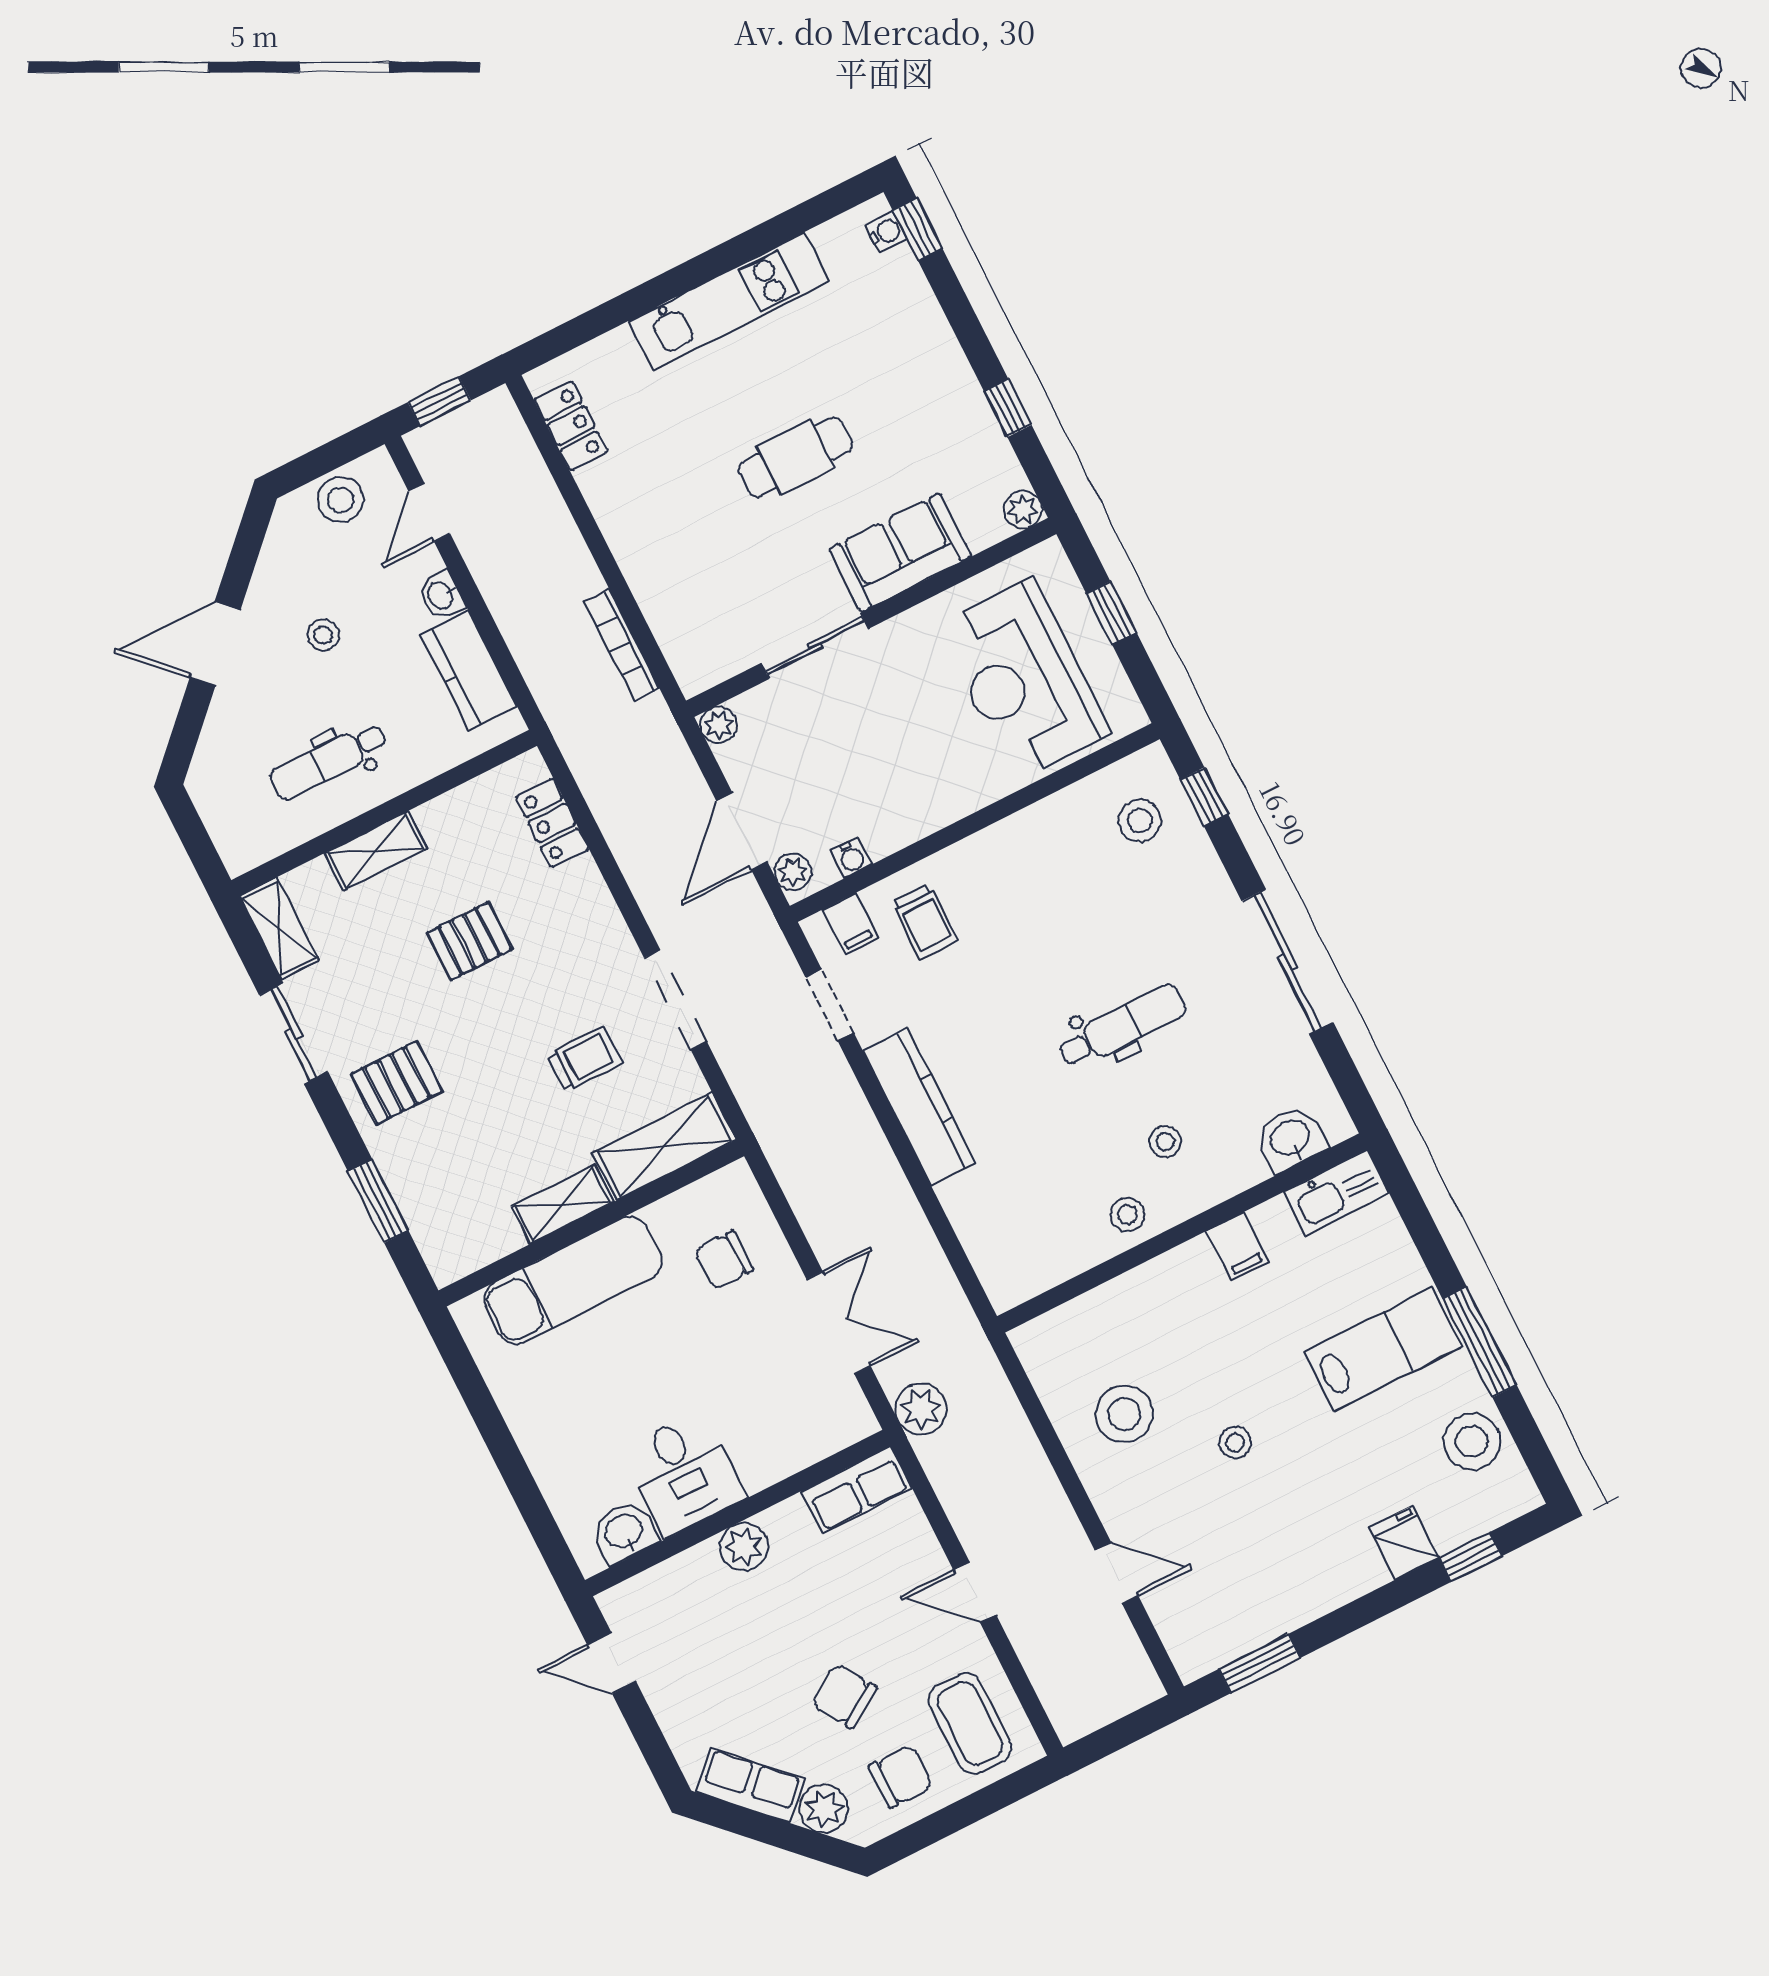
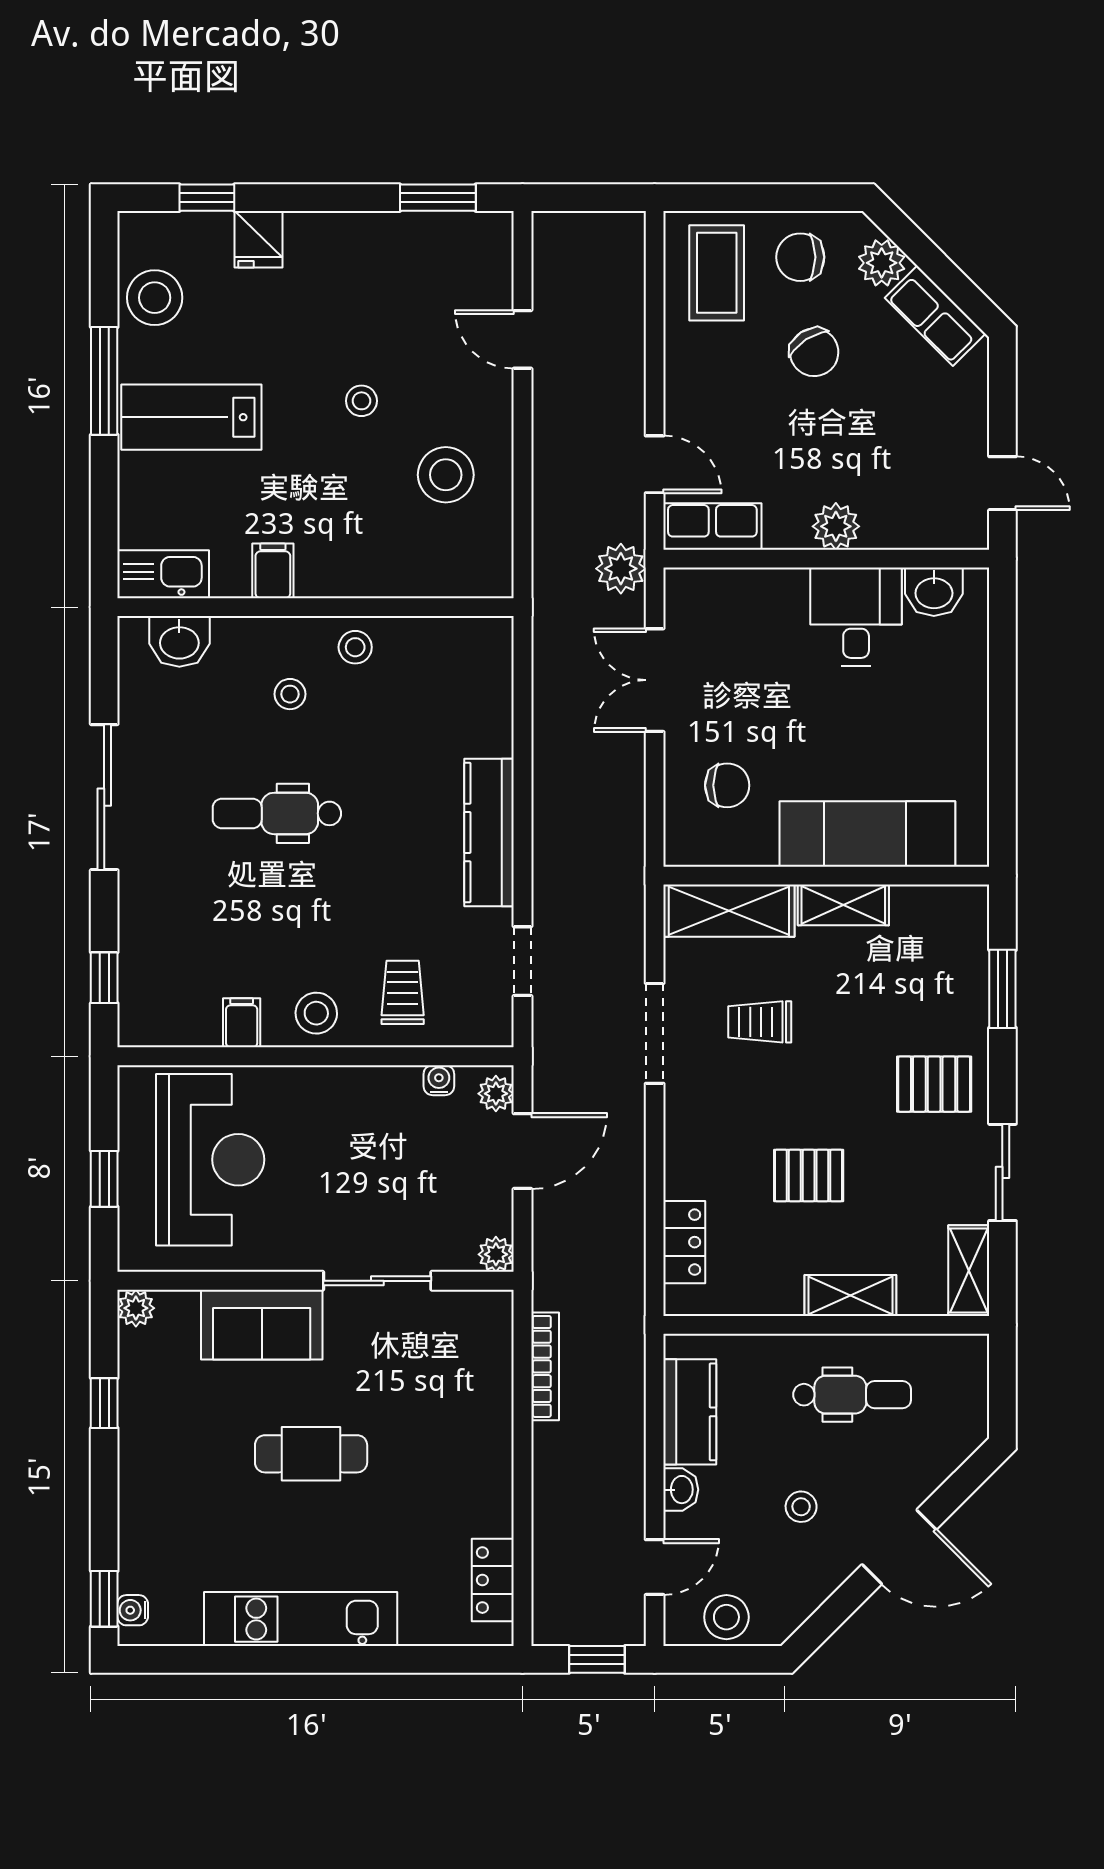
stool: (1140, 821) -> (316, 1013), moved
filing cabinet: (850, 924) -> (242, 1023), moved
door: (975, 1592) -> (655, 464), moved

